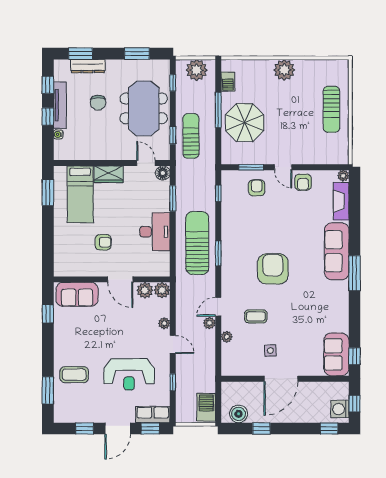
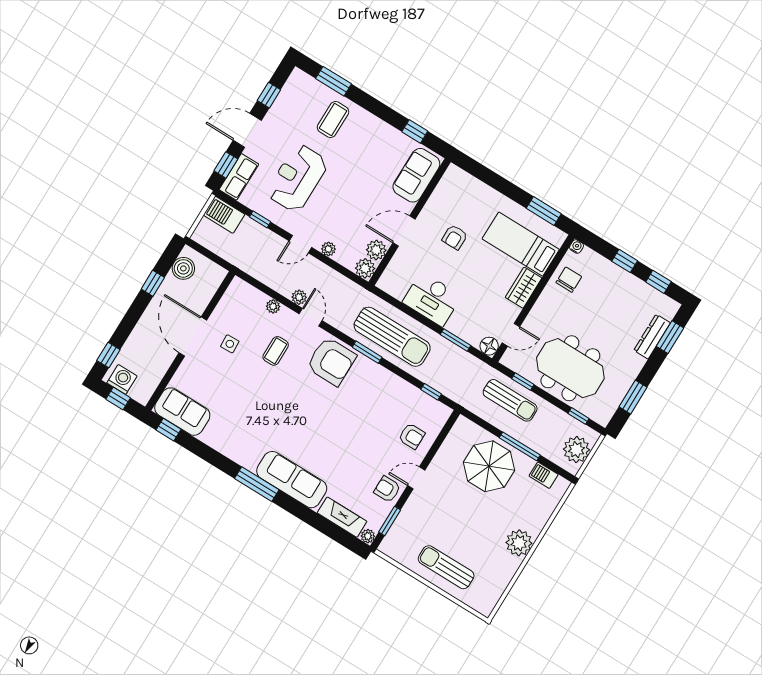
chair: (98, 103) -> (569, 280), moved, turned 90
tv unit: (60, 105) -> (629, 281), removed
water cooler: (58, 134) -> (576, 247), moved
window: (251, 167) -> (390, 521), moved
armchair: (273, 269) -> (331, 361), moved
barbecue: (206, 407) -> (224, 215), moved, turned 180
door: (118, 428) -> (247, 130), hinge flipped

